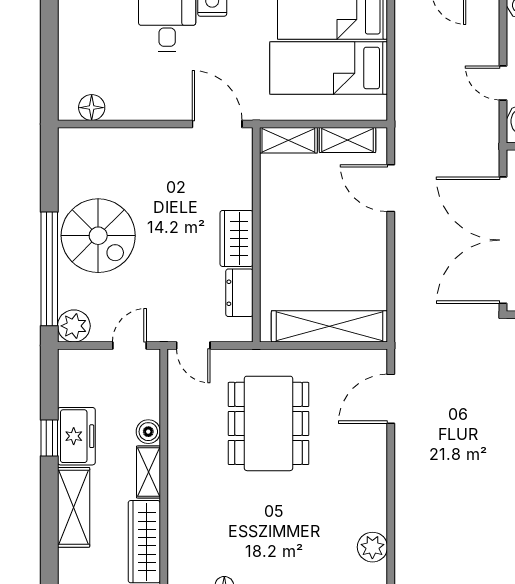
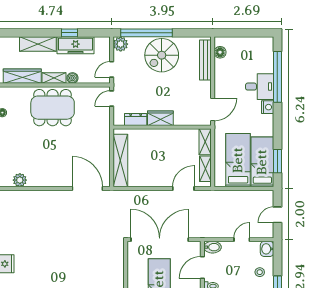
door: (503, 83) -> (242, 240), moved
bench: (109, 140) -> (205, 60), added
door: (129, 346) -> (112, 69), swing flipped
door: (391, 399) -> (87, 188), width x1.36
dining table: (269, 423) -> (53, 108), moved
freezer: (76, 436) -> (76, 45), width x1.40

